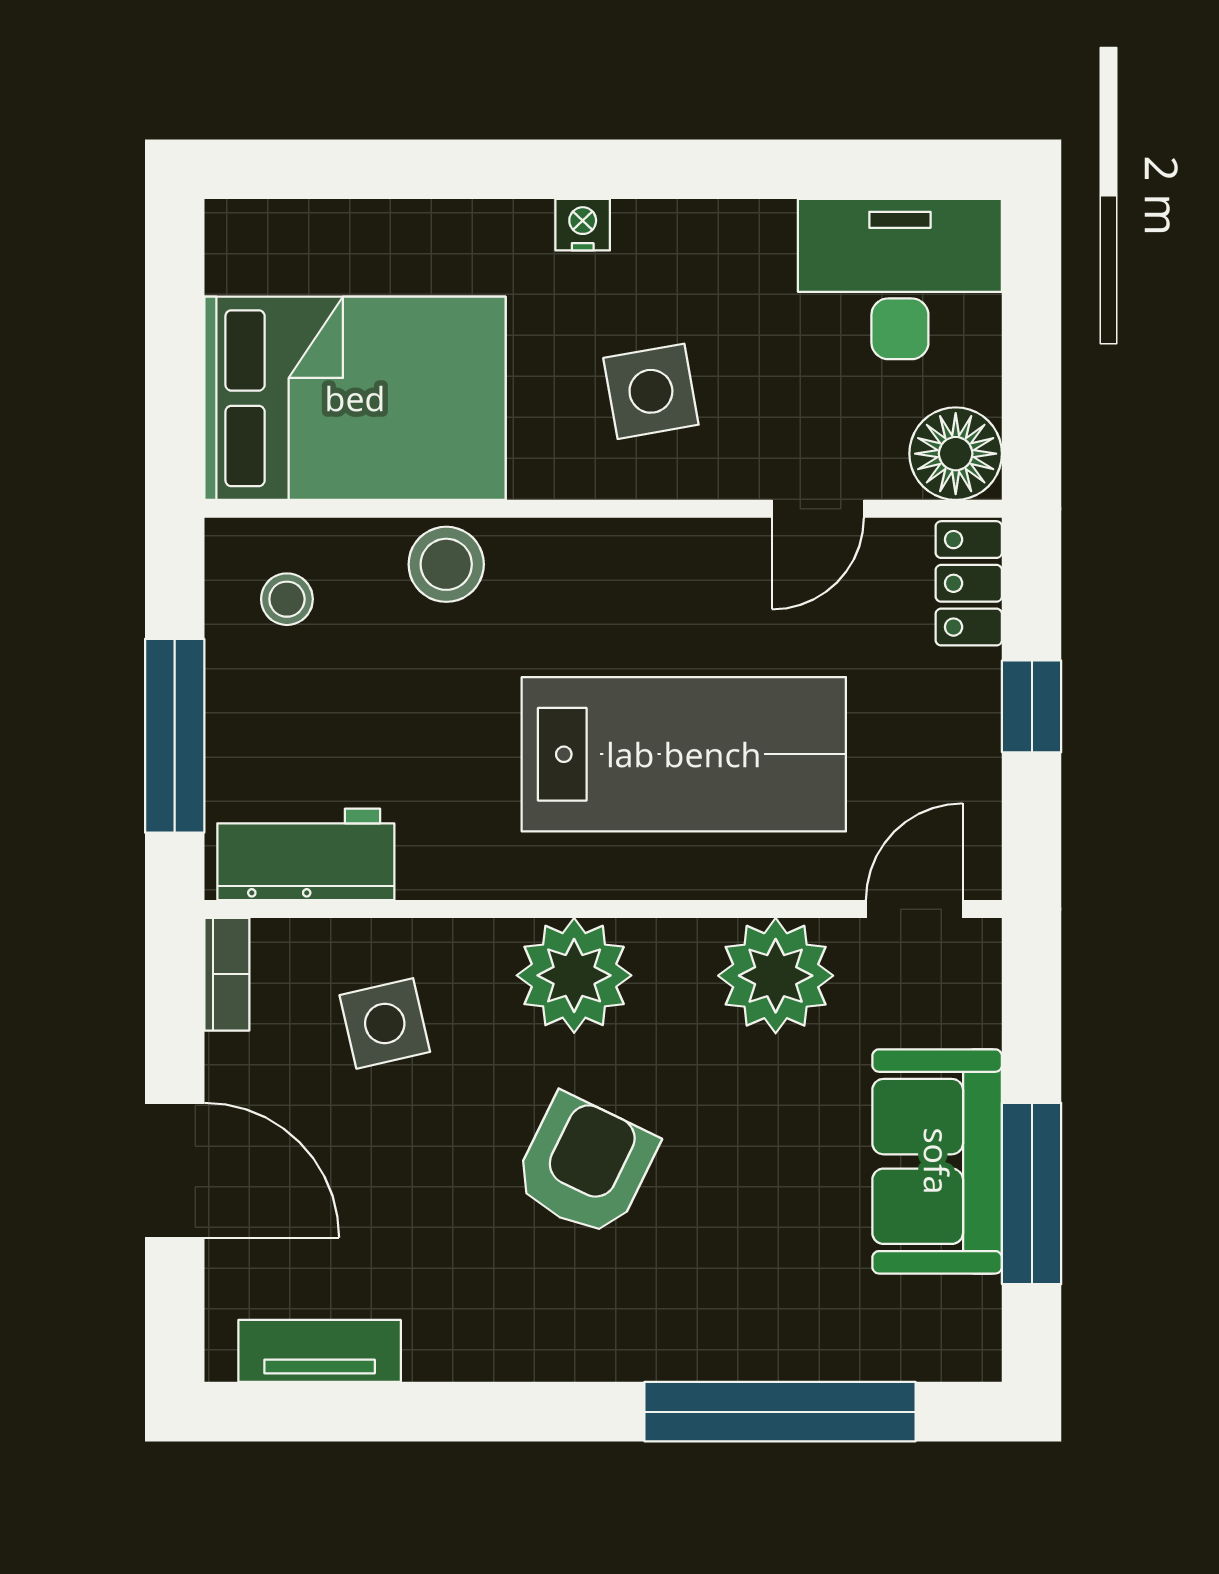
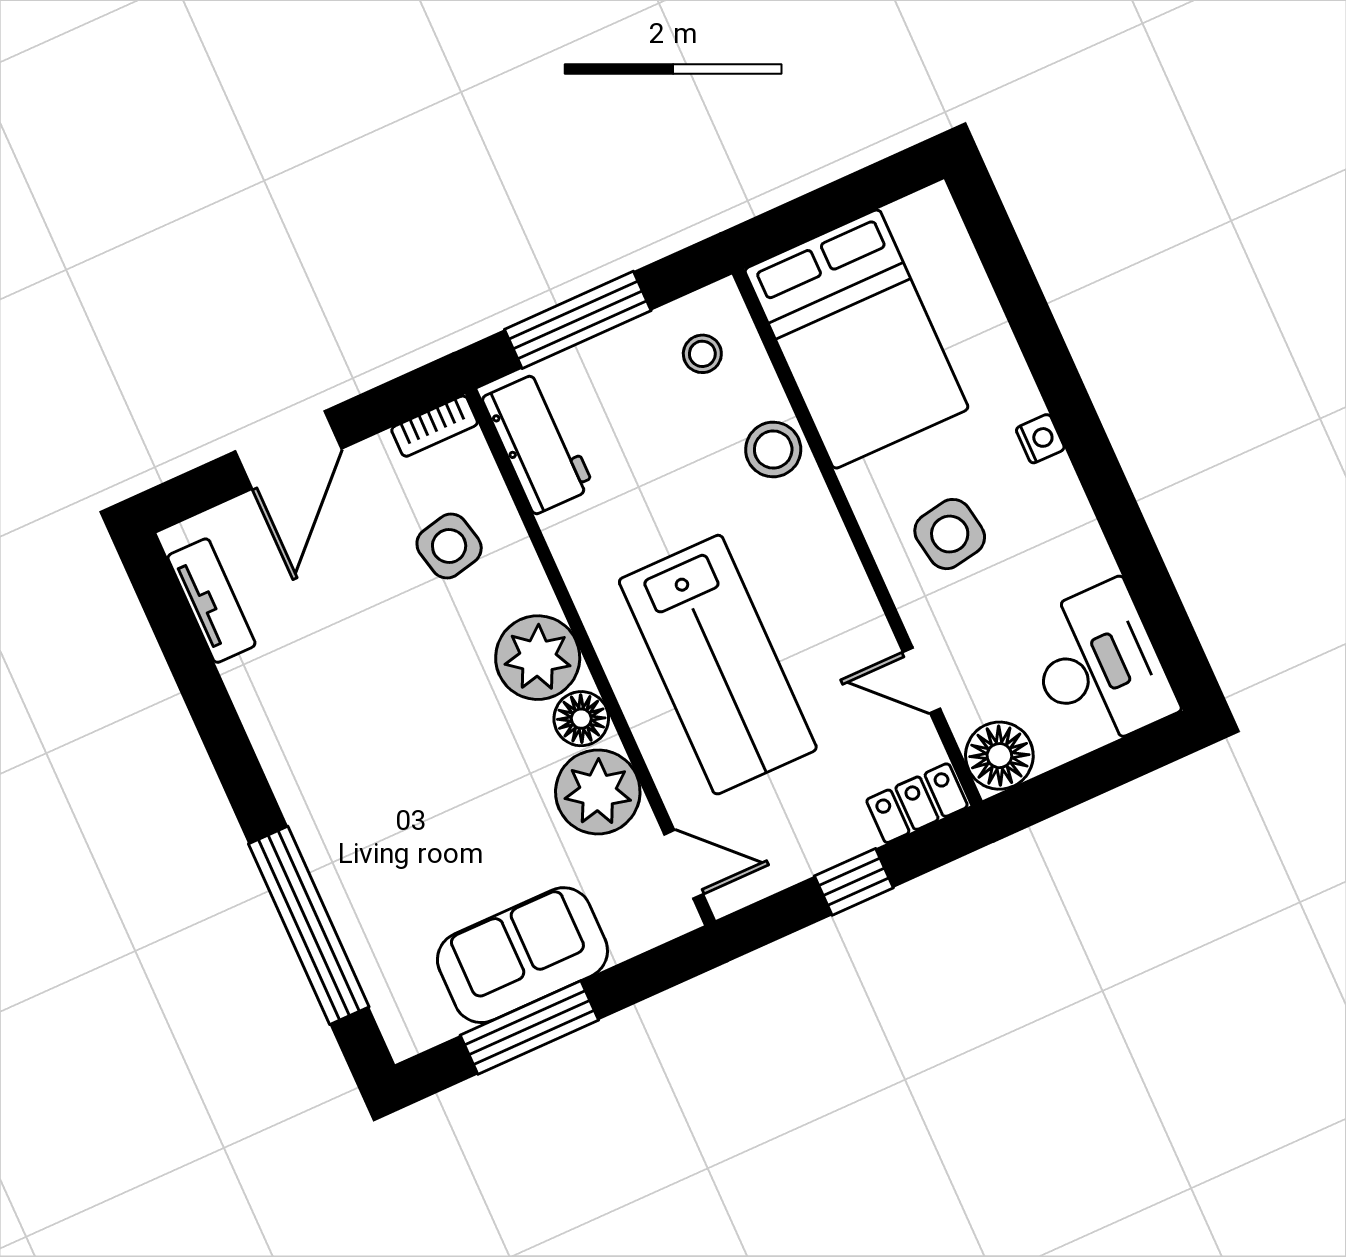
floor lamp: (675, 955) -> (581, 719), added
armchair: (585, 1166) -> (414, 722), removed

